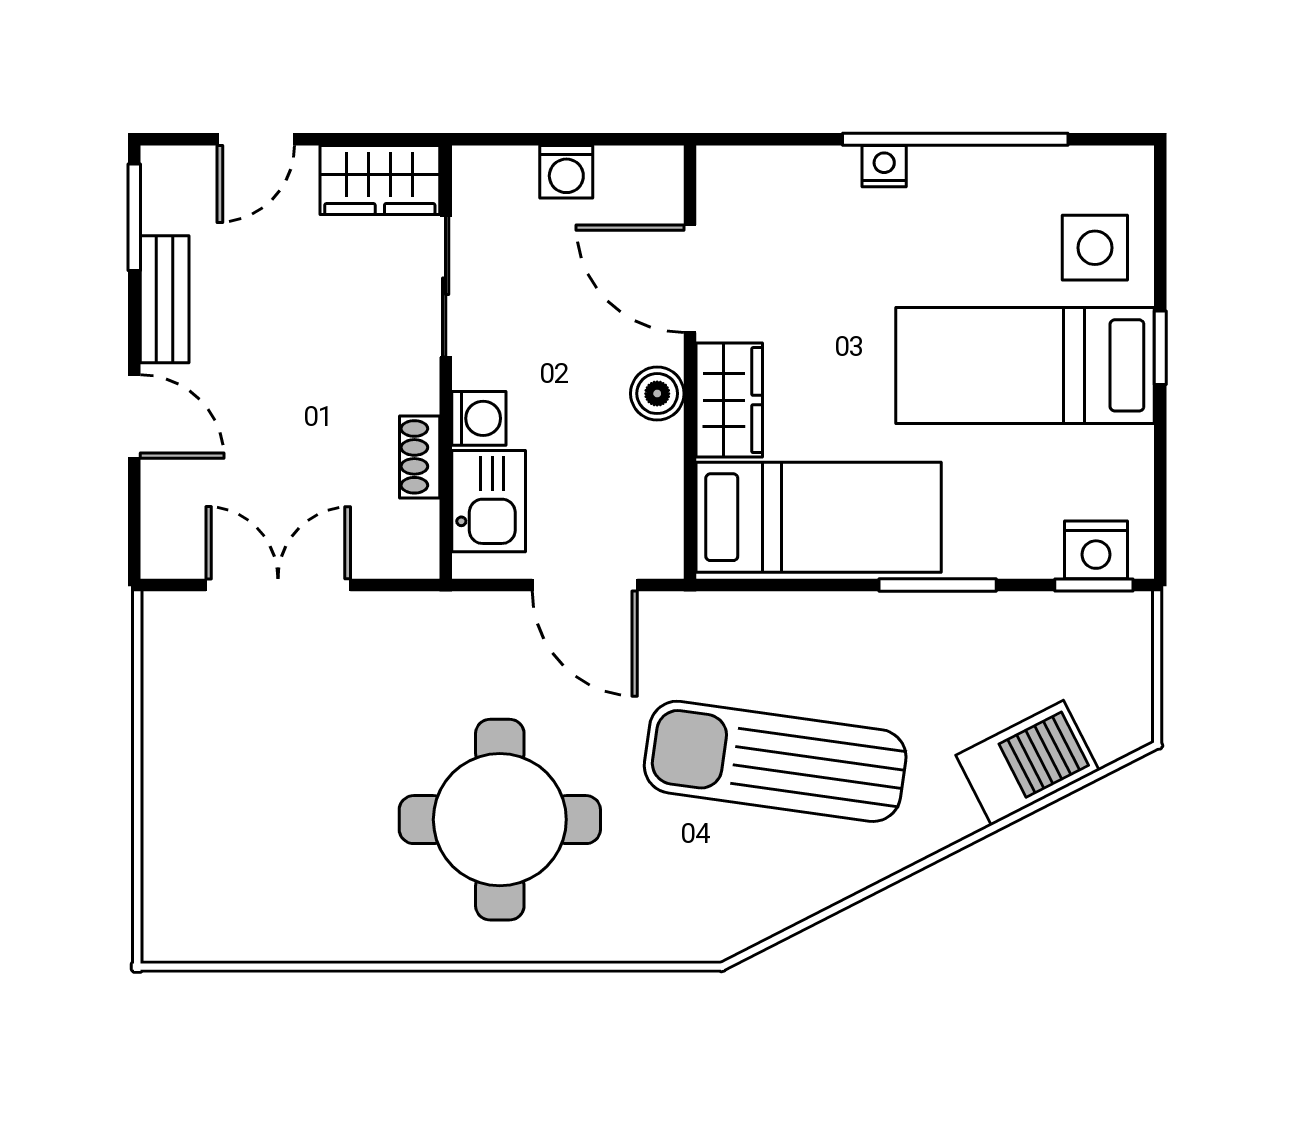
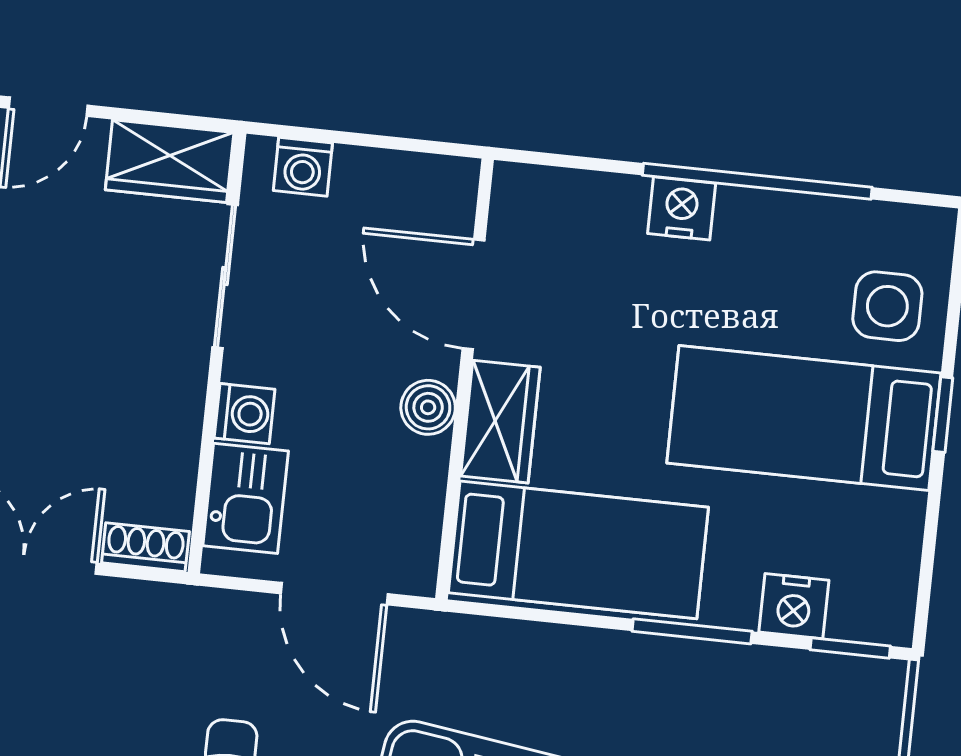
nightstand: (884, 166) -> (682, 208), width x1.39, depth x1.35
washing machine: (566, 172) -> (303, 167), moved
shoe rack: (420, 457) -> (145, 547), moved, turned 90
nightstand: (1096, 550) -> (794, 606), moved

